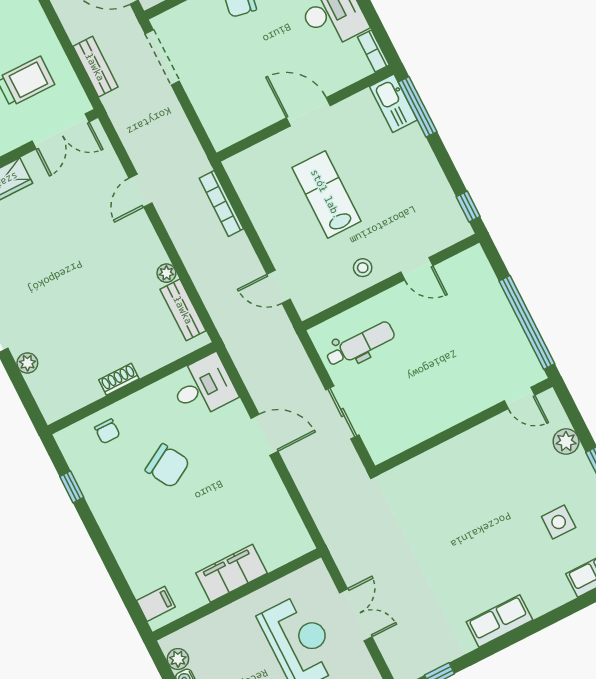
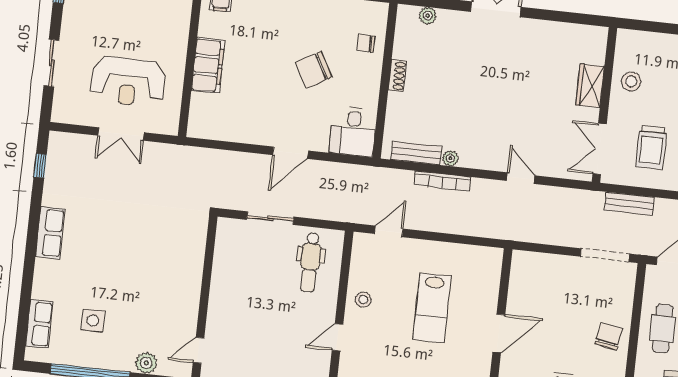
lab bench: (326, 194) -> (432, 308), turned 90
bookcase: (221, 204) -> (442, 181), moved, turned 180
plant: (27, 363) -> (428, 16), moved

